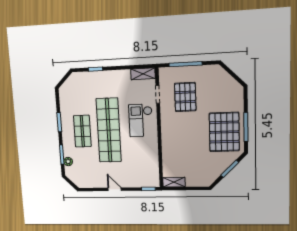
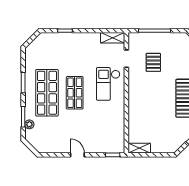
pallet: (185, 97) -> (153, 62), width x0.67, depth x0.71
shop shelf: (109, 130) -> (75, 93), width x0.50, depth x0.74
shop shelf: (82, 131) -> (47, 93), width x1.43, depth x1.36

